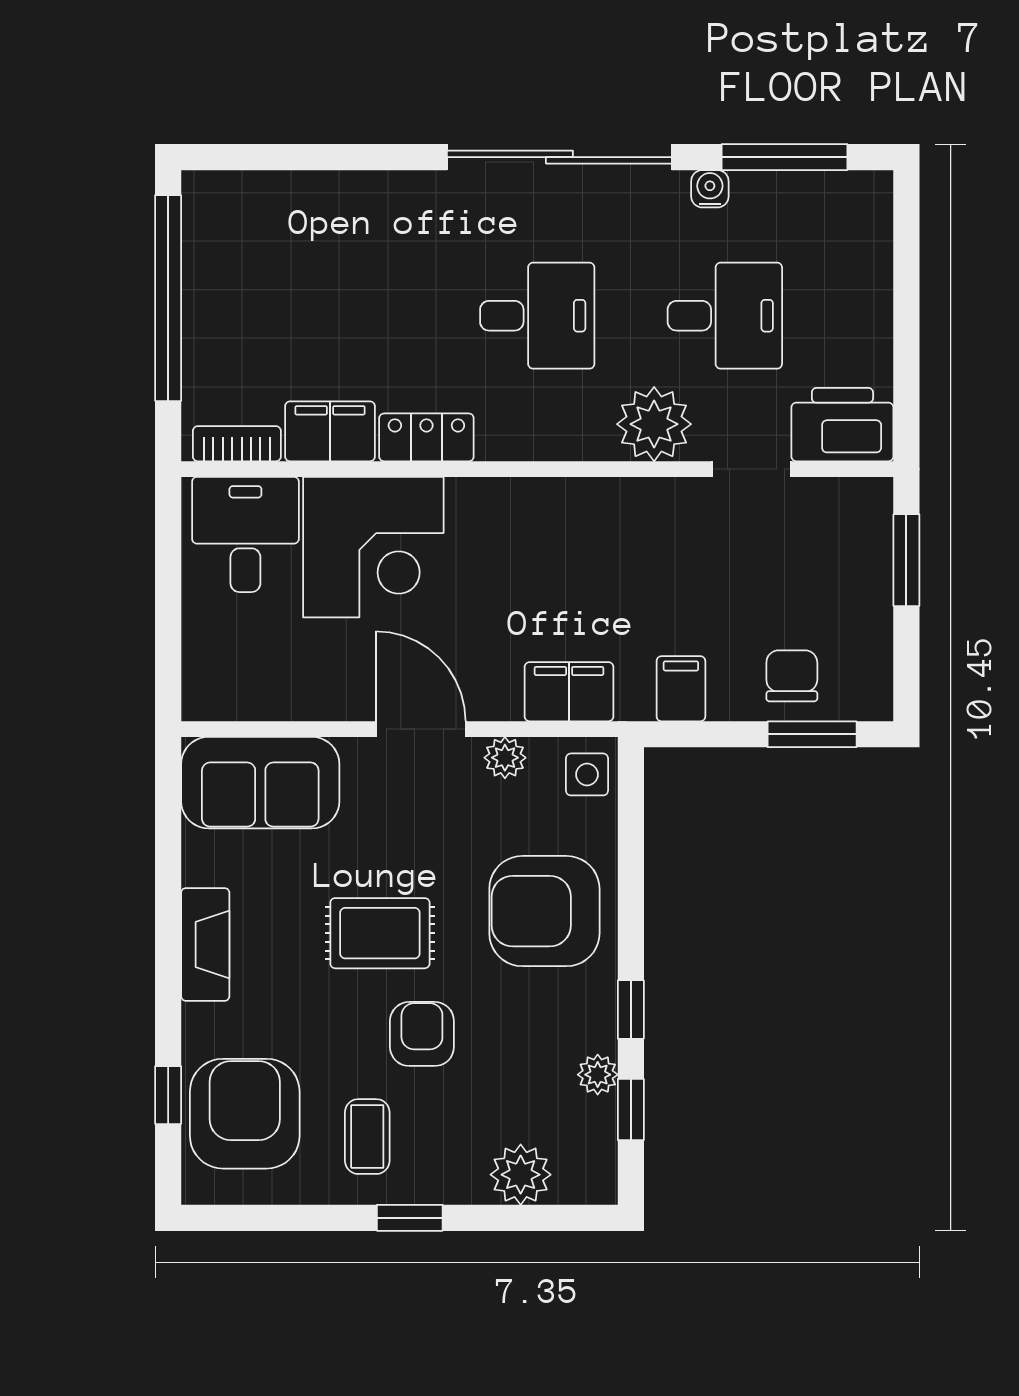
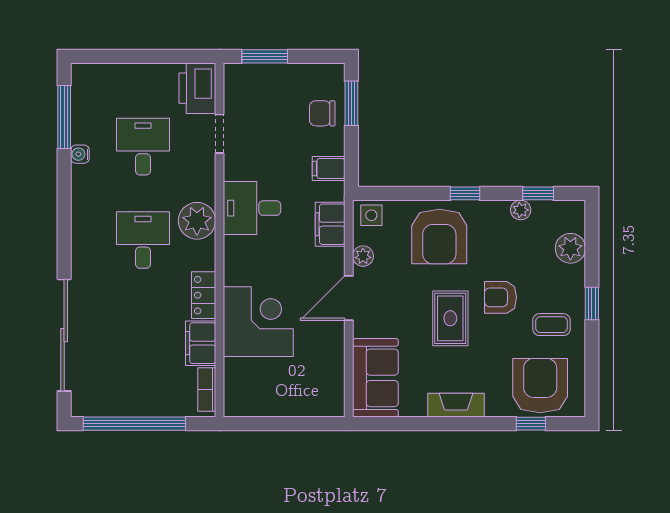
sliding door: (559, 157) -> (64, 335), moved
plant: (654, 424) -> (197, 221), moved
desk: (245, 534) -> (252, 208), moved
window: (631, 1009) -> (465, 193), moved
armchair: (245, 1114) -> (540, 386), turned 90

